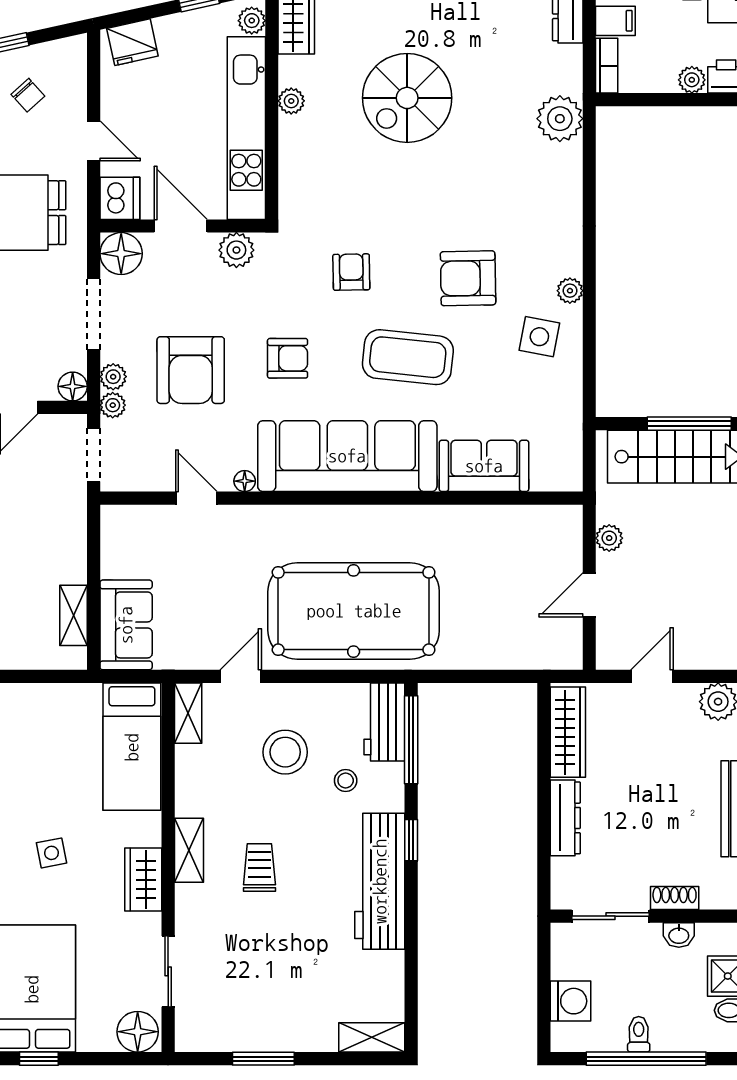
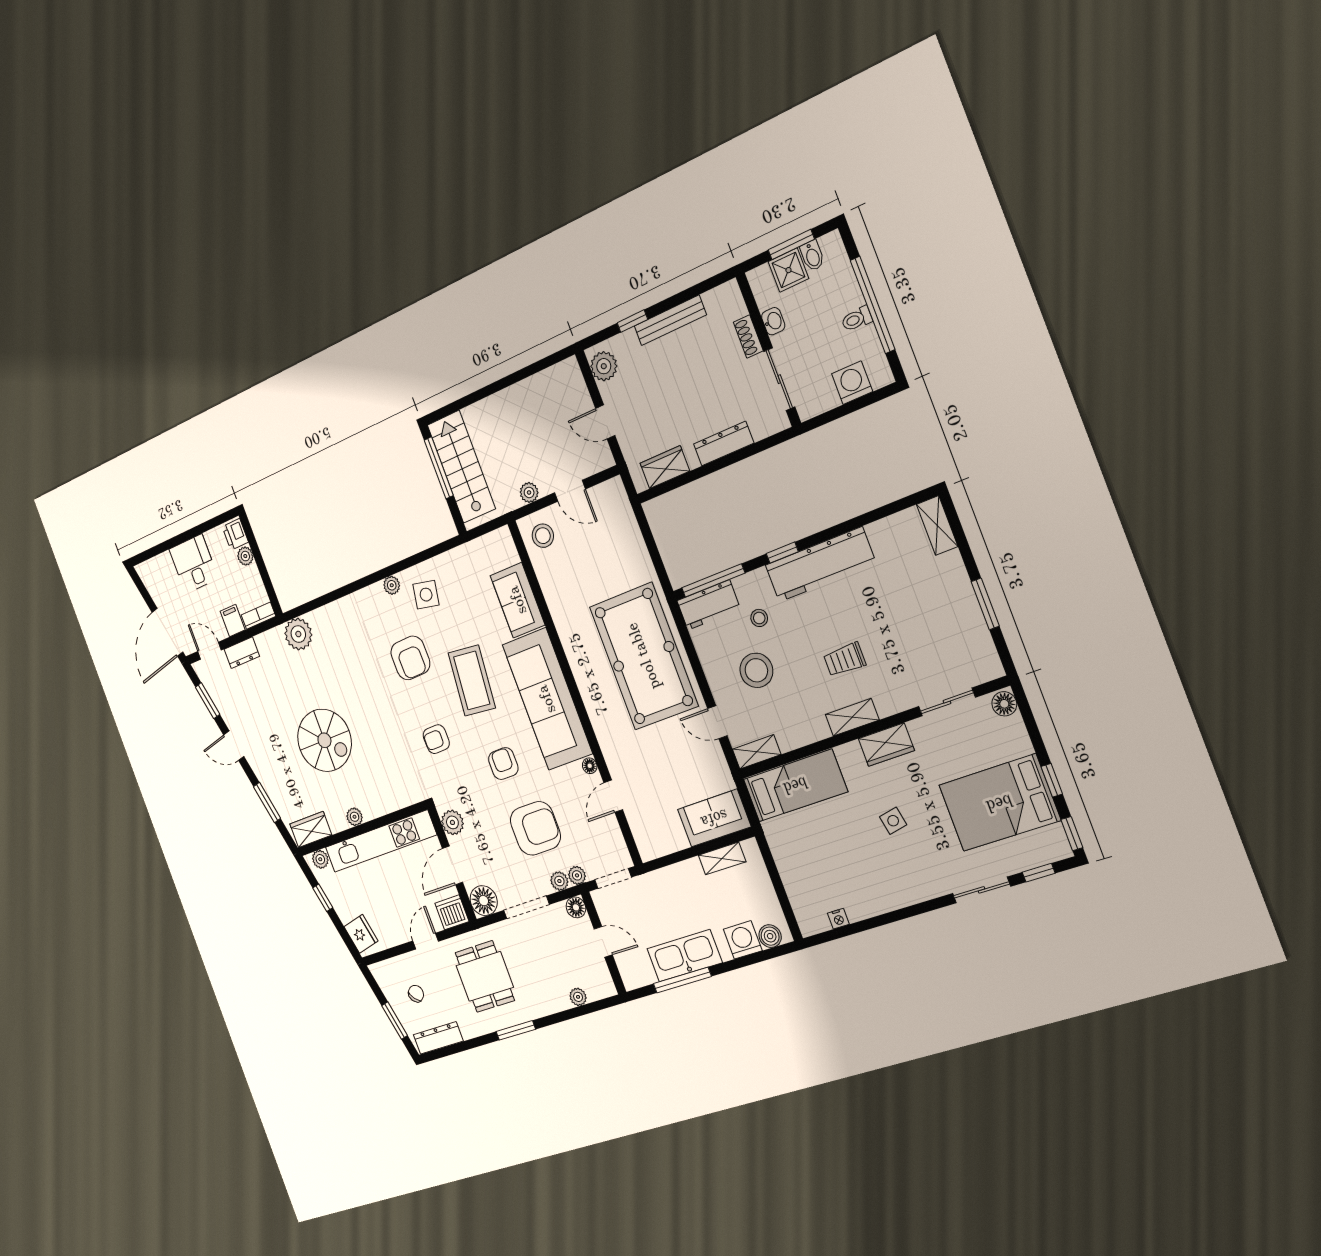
stool: (550, 535) -> (543, 536), added
wardrobe: (568, 732) -> (665, 467), width x0.67
floor lamp: (138, 1032) -> (1004, 704), width x0.73, depth x0.73

